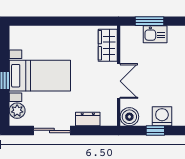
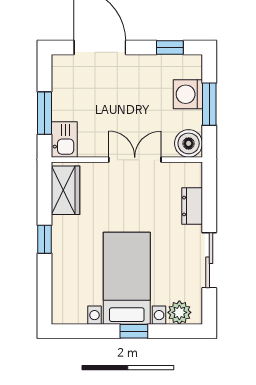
window: (66, 21) -> (45, 239), added
kitchen sink: (155, 34) -> (64, 139), moved
wardrobe: (108, 45) -> (66, 190), moved, turned -90
window: (155, 130) -> (209, 104), width x1.50

